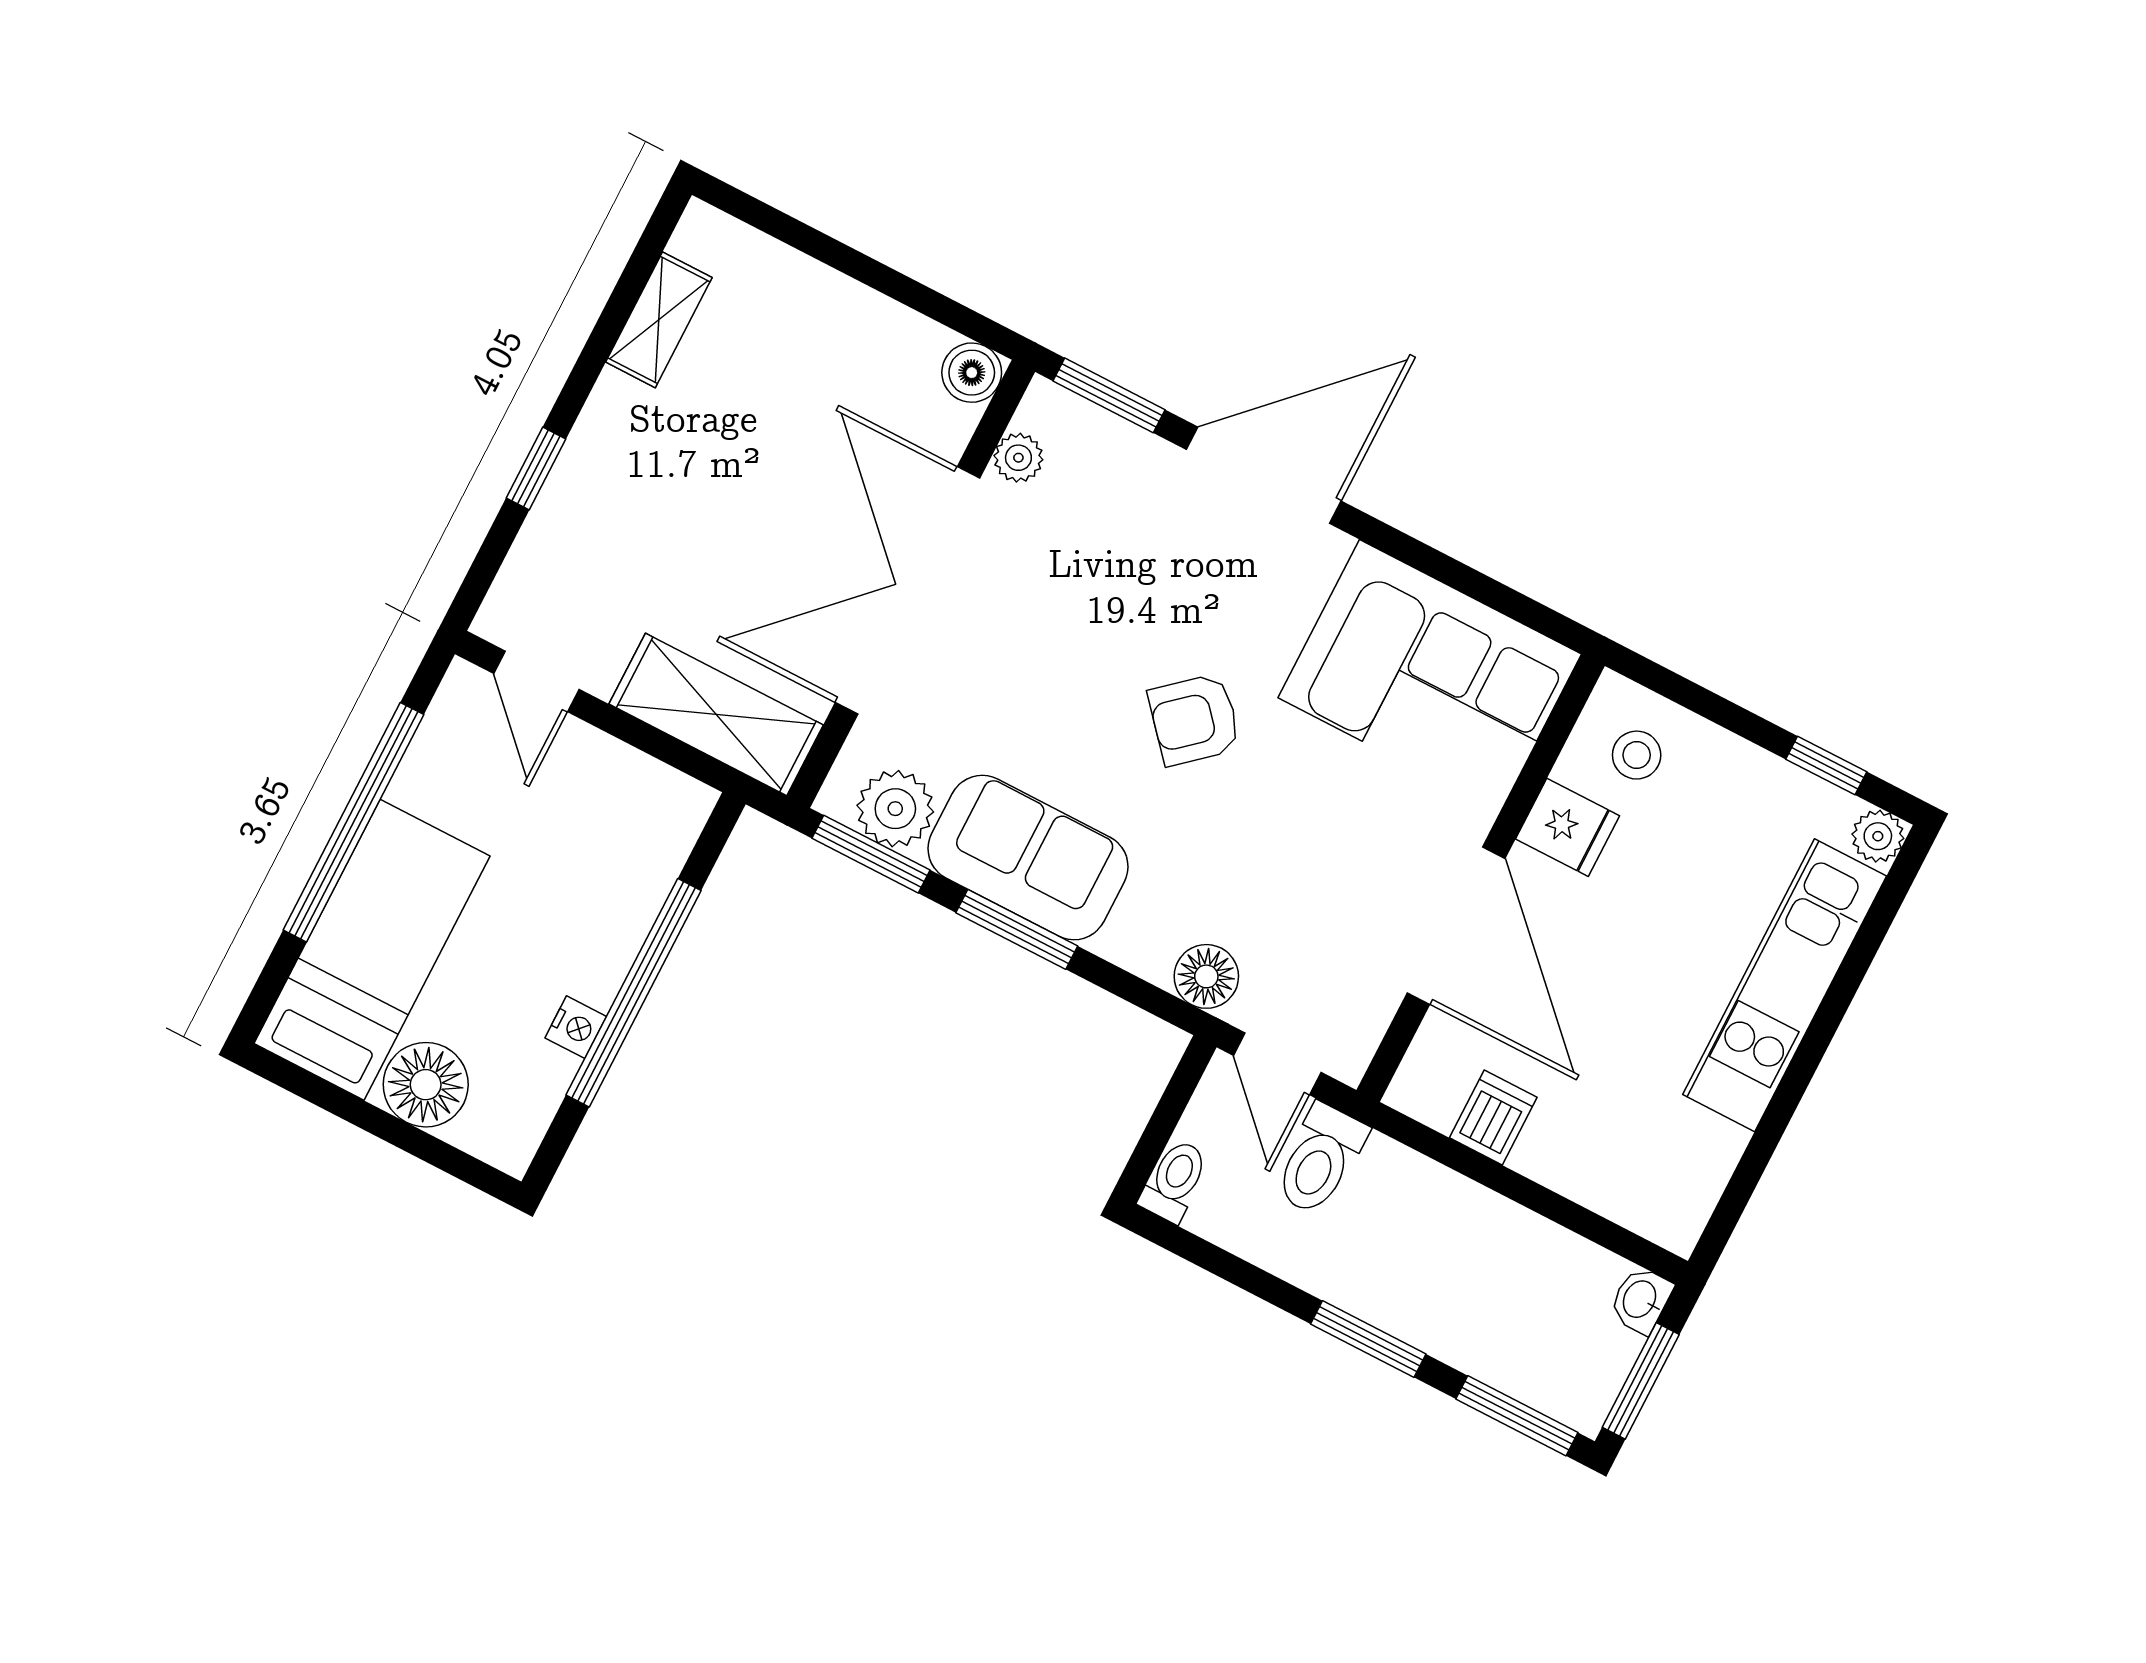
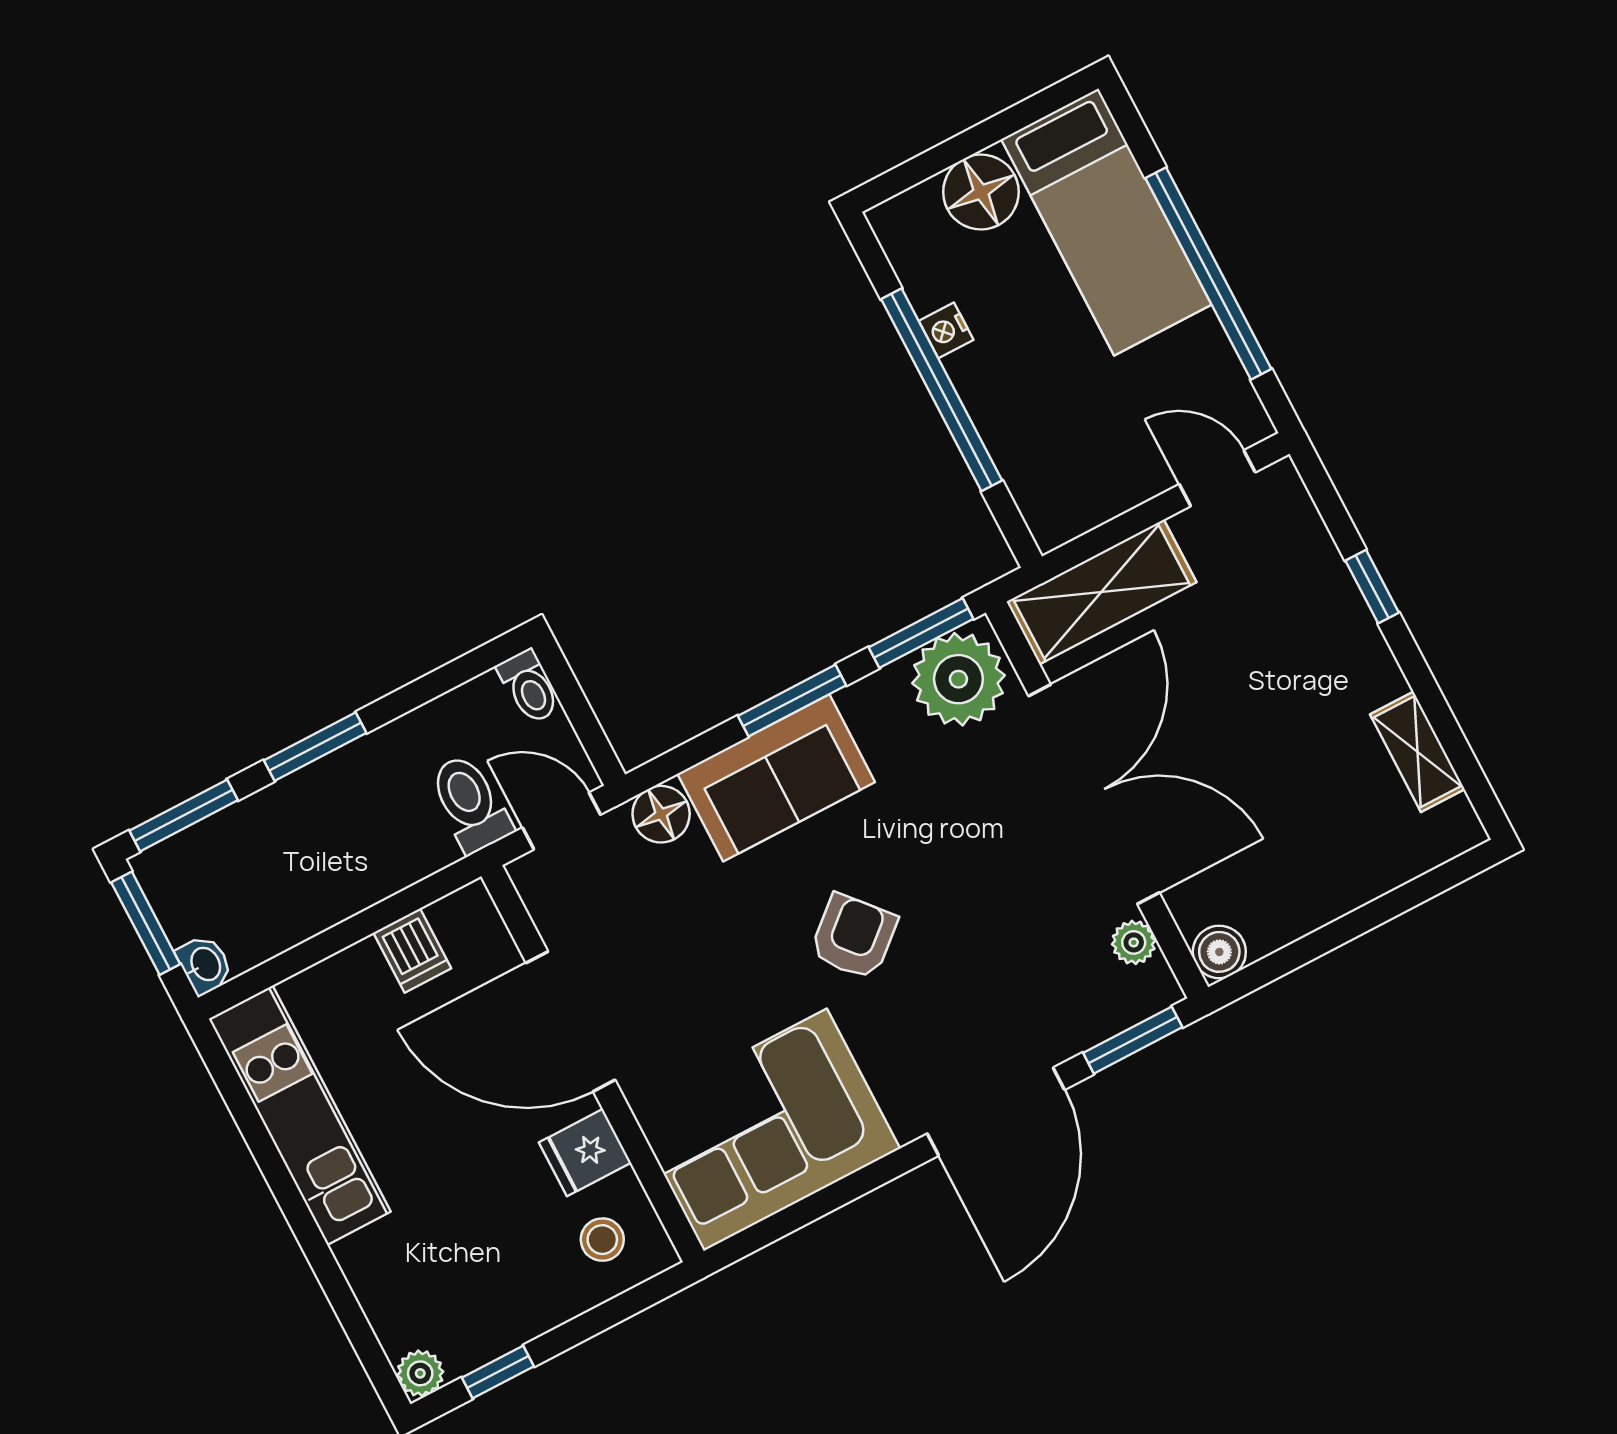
plant: (895, 809) -> (958, 679), width x1.36, depth x1.36
sofa: (1028, 858) -> (776, 778), moved
kitchen unit: (1785, 985) -> (300, 1115), moved

